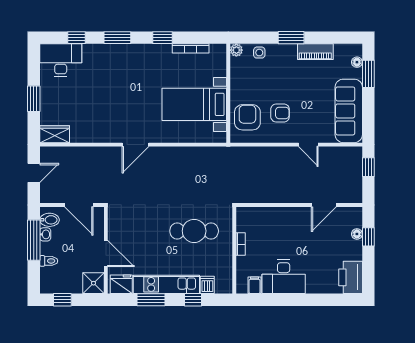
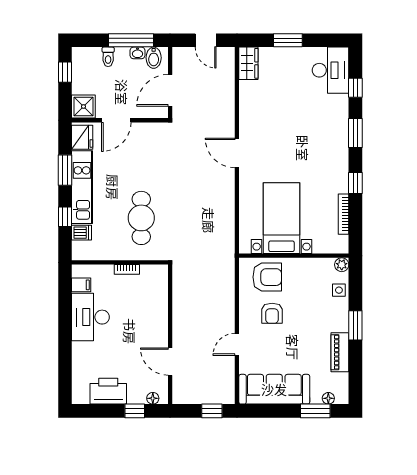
floor lamp: (357, 234) -> (153, 398), moved
printer: (351, 277) -> (108, 391), moved

